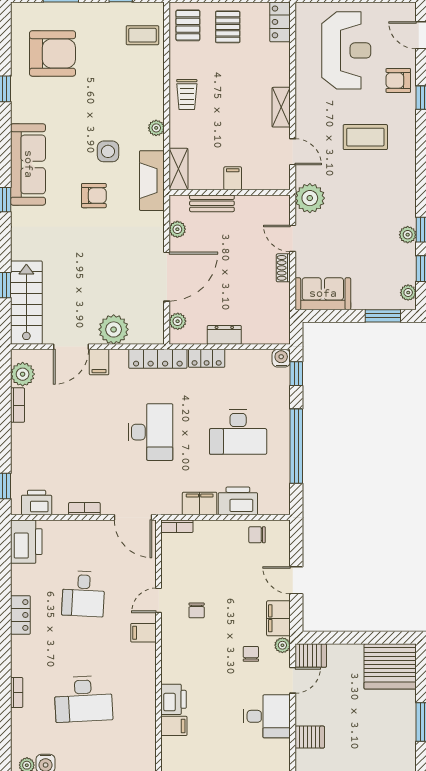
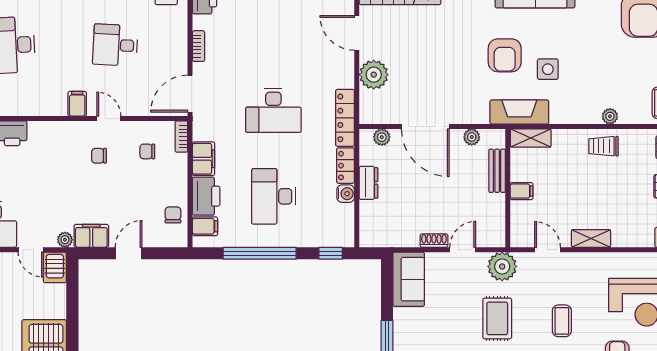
plant: (156, 128) -> (610, 116), moved
coffee table: (365, 137) -> (562, 321), width x0.73, depth x0.77
door: (293, 152) -> (548, 250), swing flipped
armchair: (94, 196) -> (505, 55), width x1.38, depth x1.38
rug: (363, 203) -> (497, 318), added
water cooler: (281, 358) -> (346, 194), moved
filing cabinet: (99, 362) -> (205, 226), moved, turned 180
chair: (251, 654) -> (147, 151), moved, turned 180

